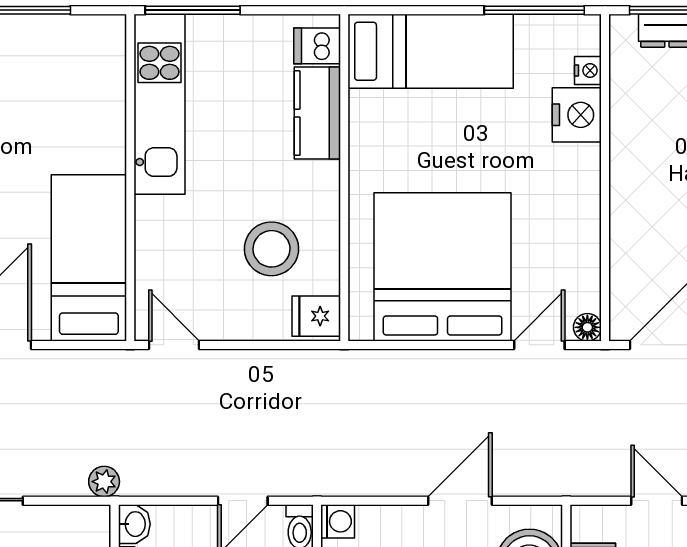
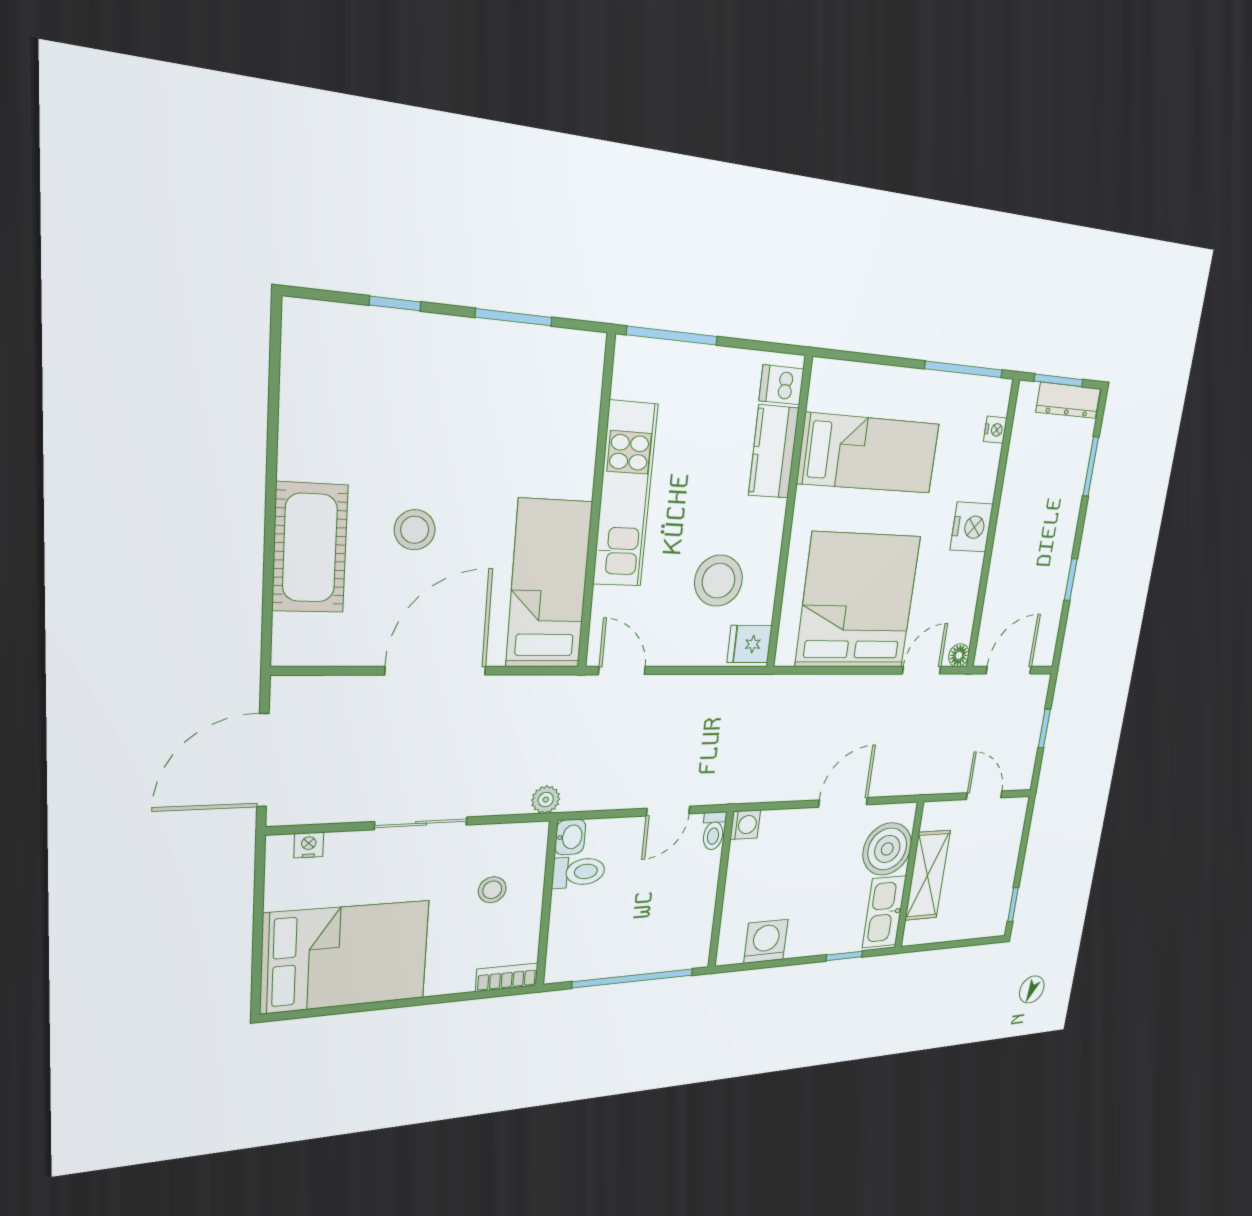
bed: (431, 51) -> (869, 453), moved
kitchen unit: (160, 104) -> (625, 495), moved
nightstand: (577, 115) -> (972, 527), moved

